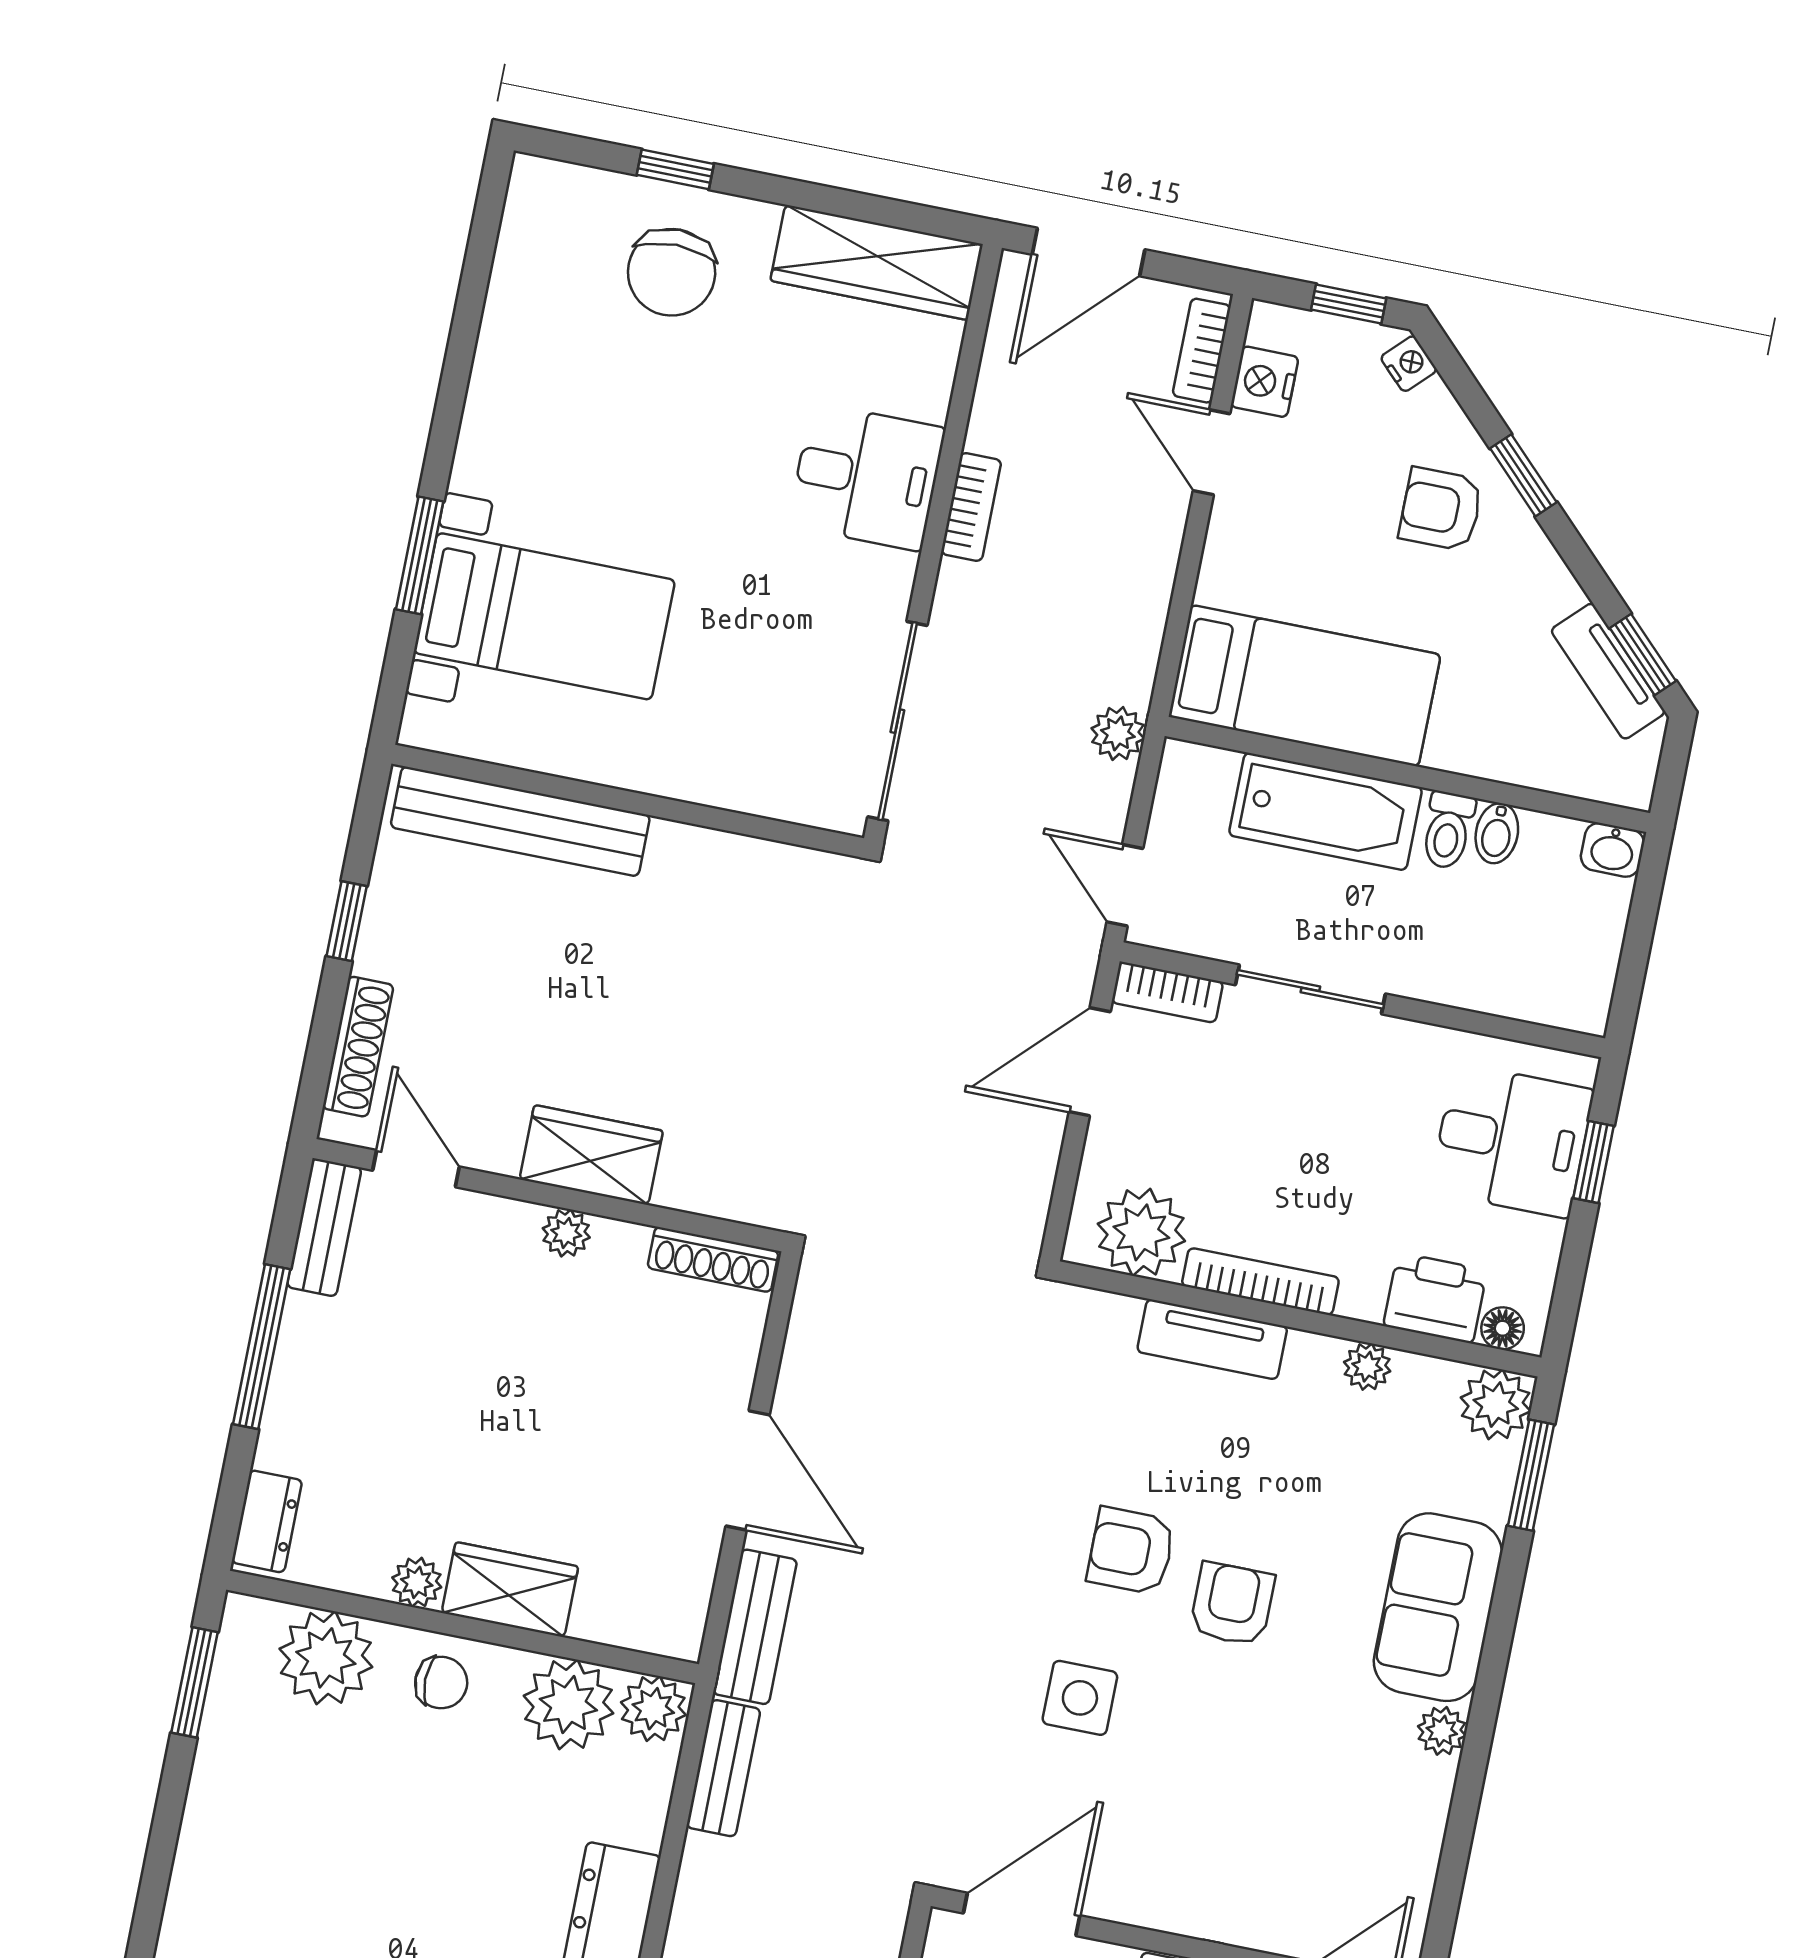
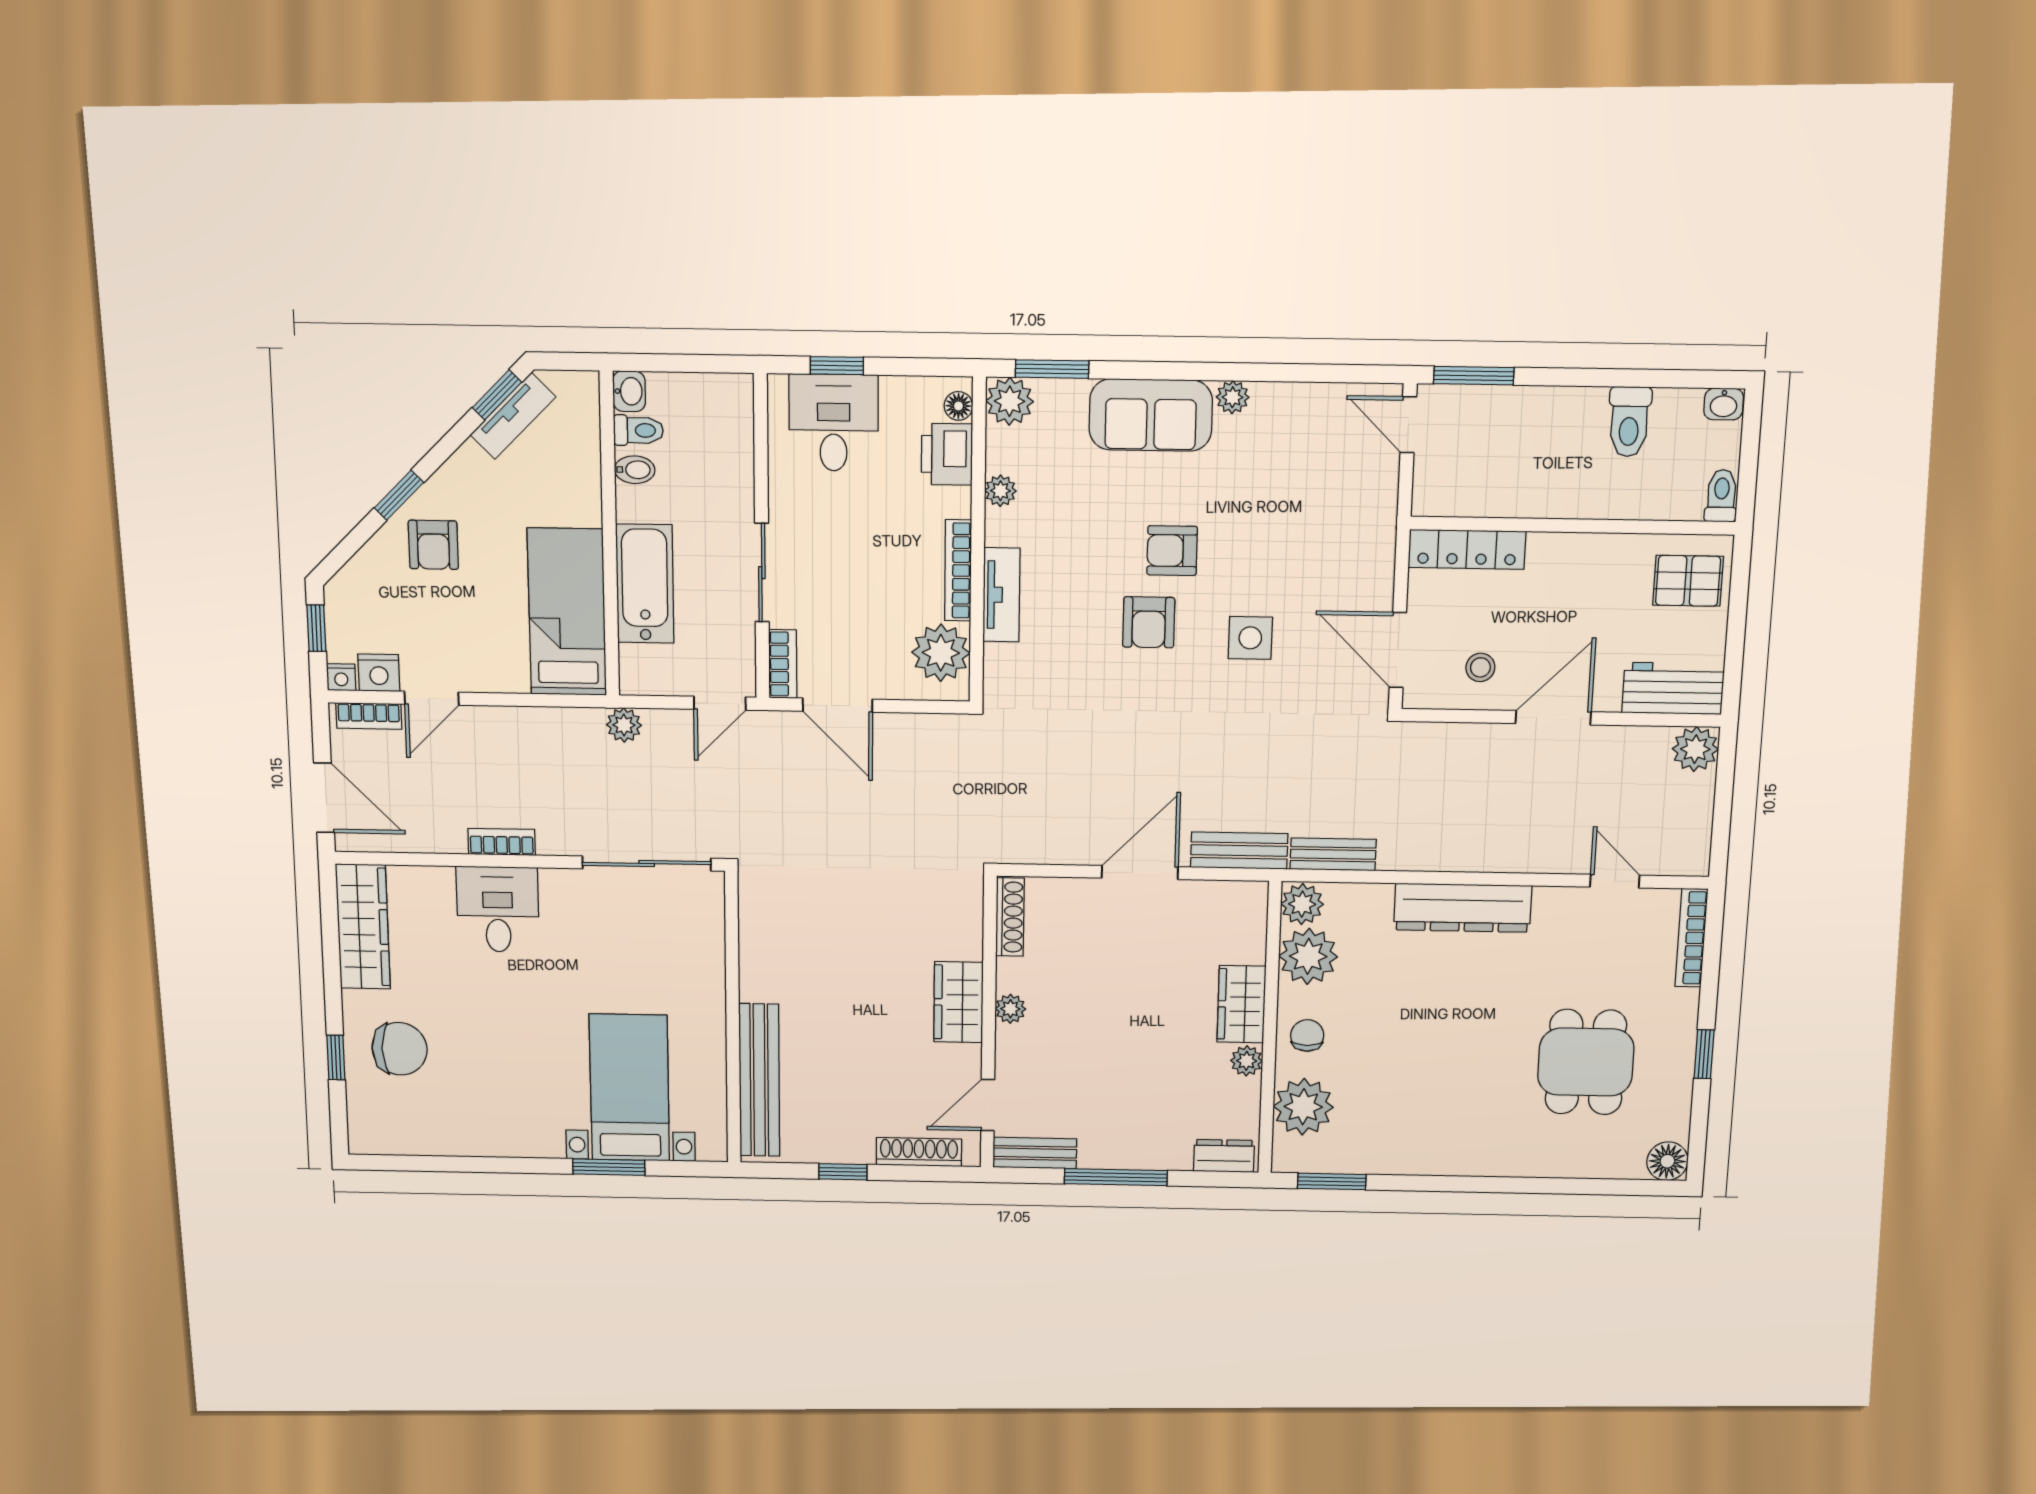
nightstand: (1409, 364) -> (341, 677), moved, turned -135
toilet: (1448, 830) -> (638, 430), moved

